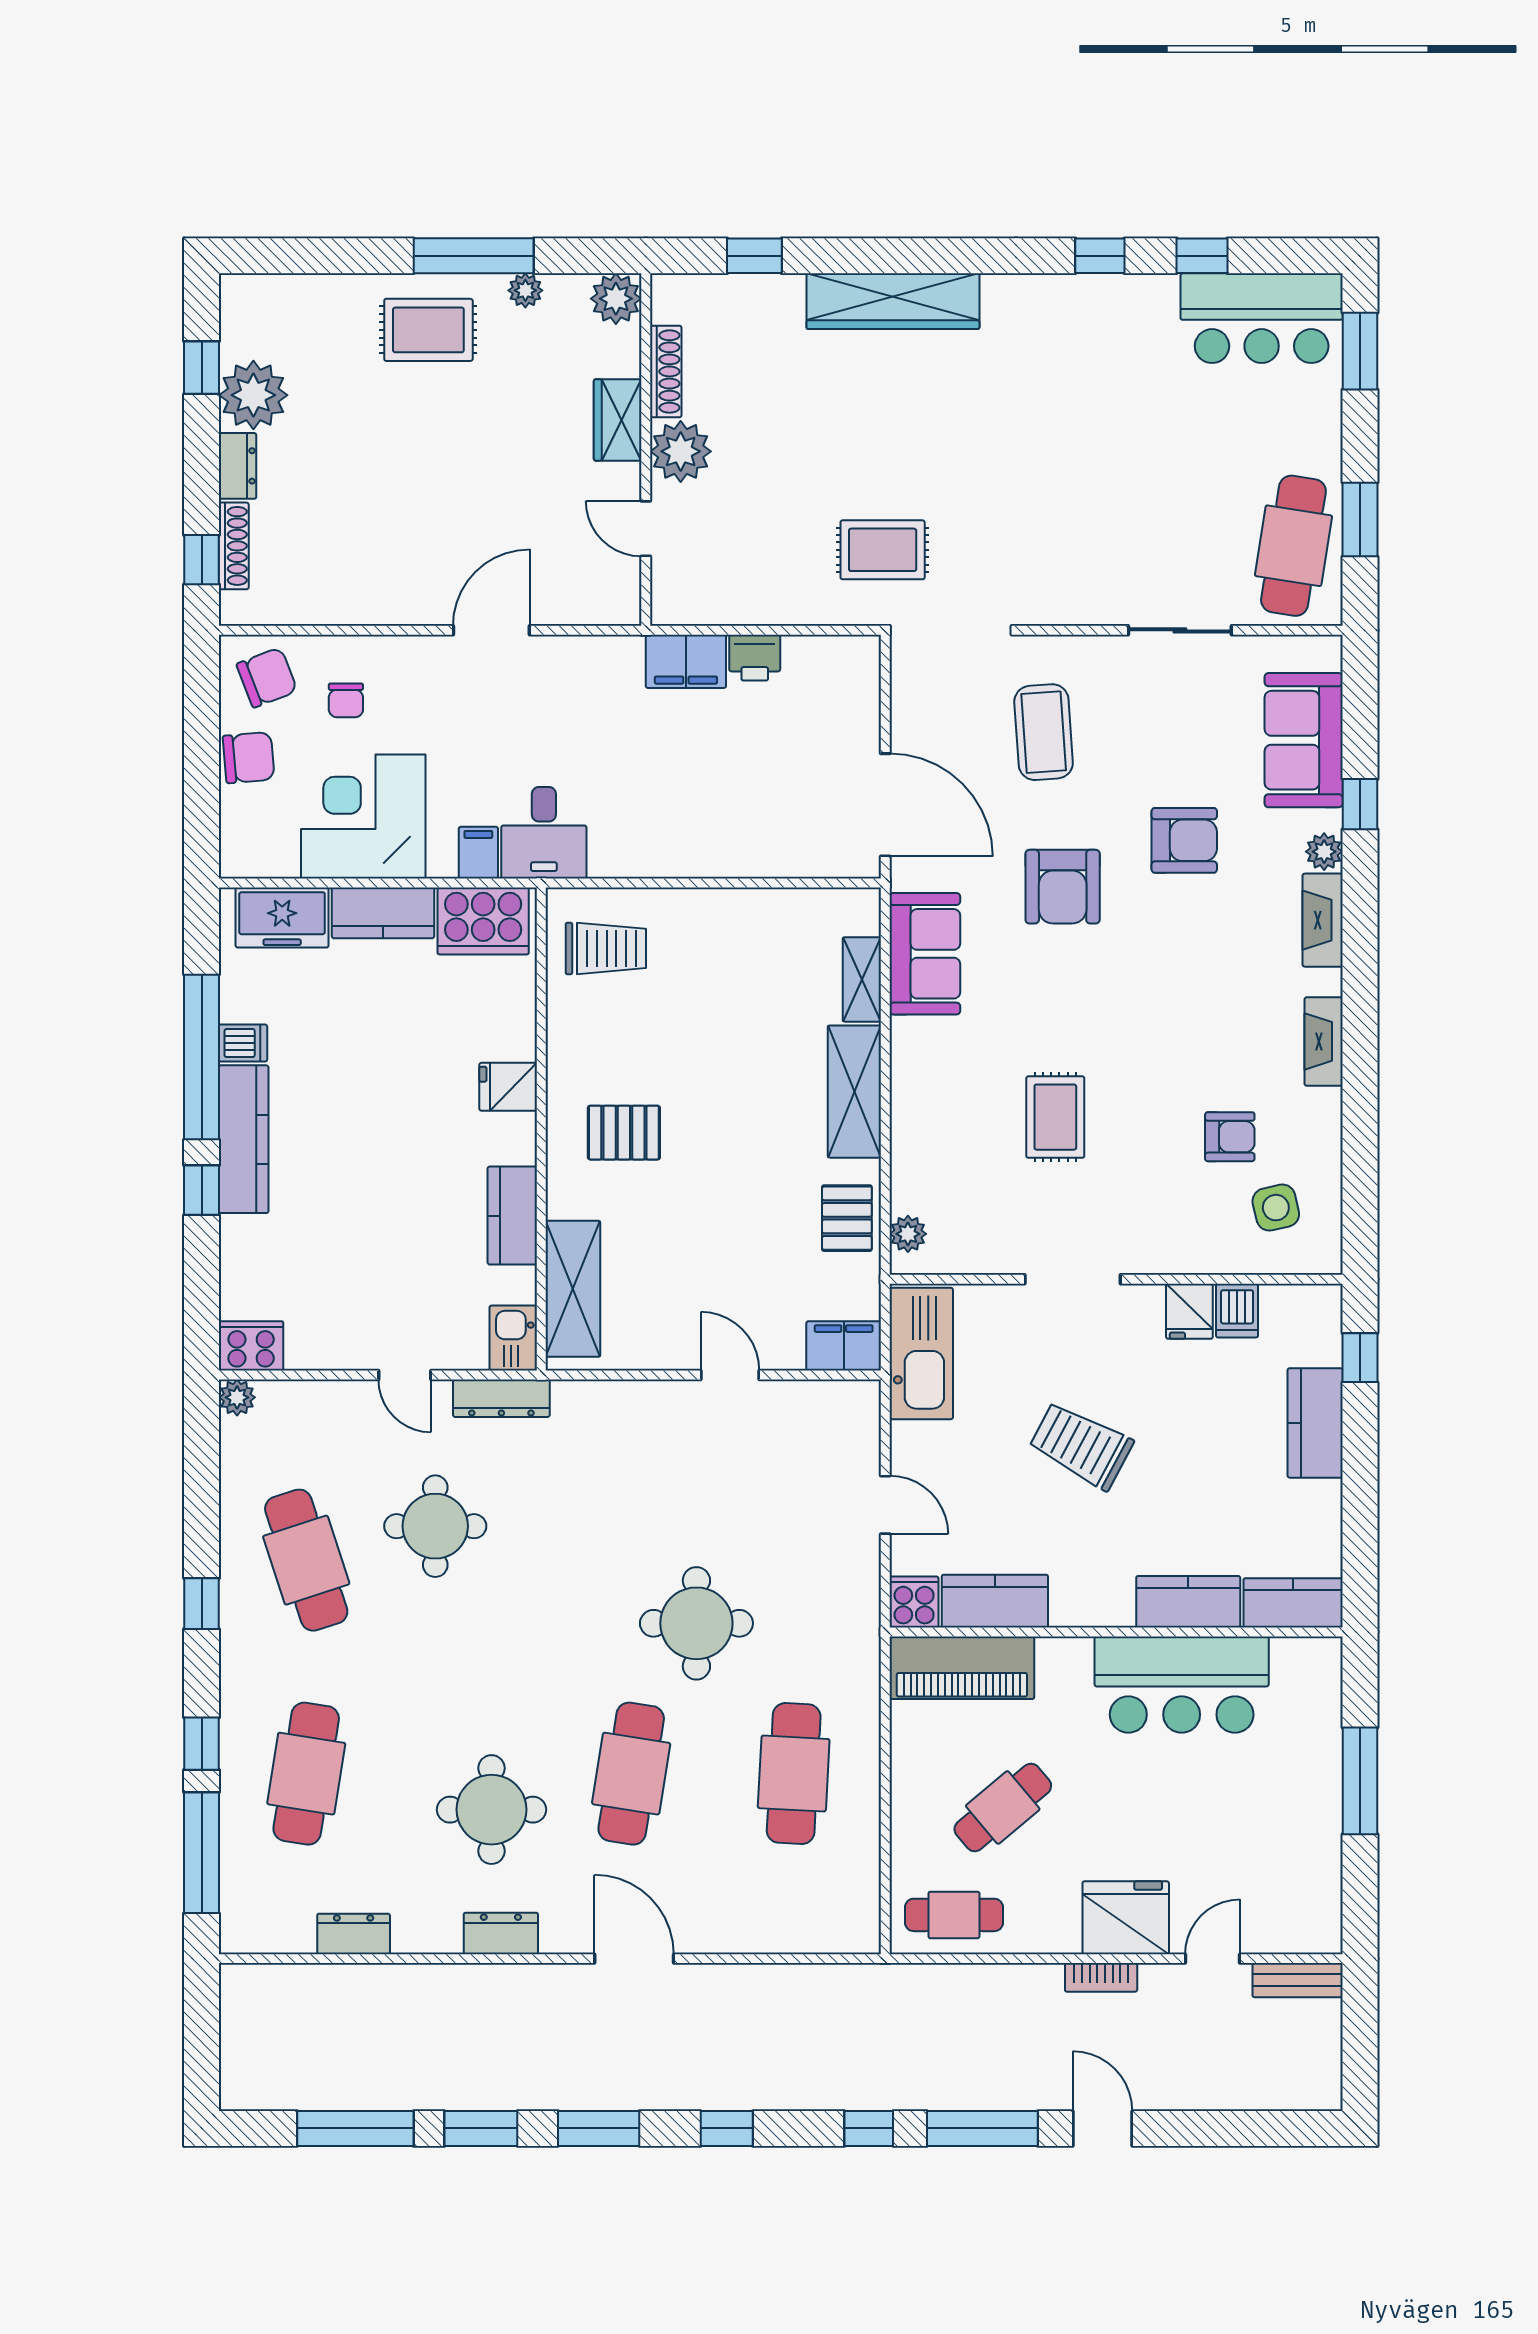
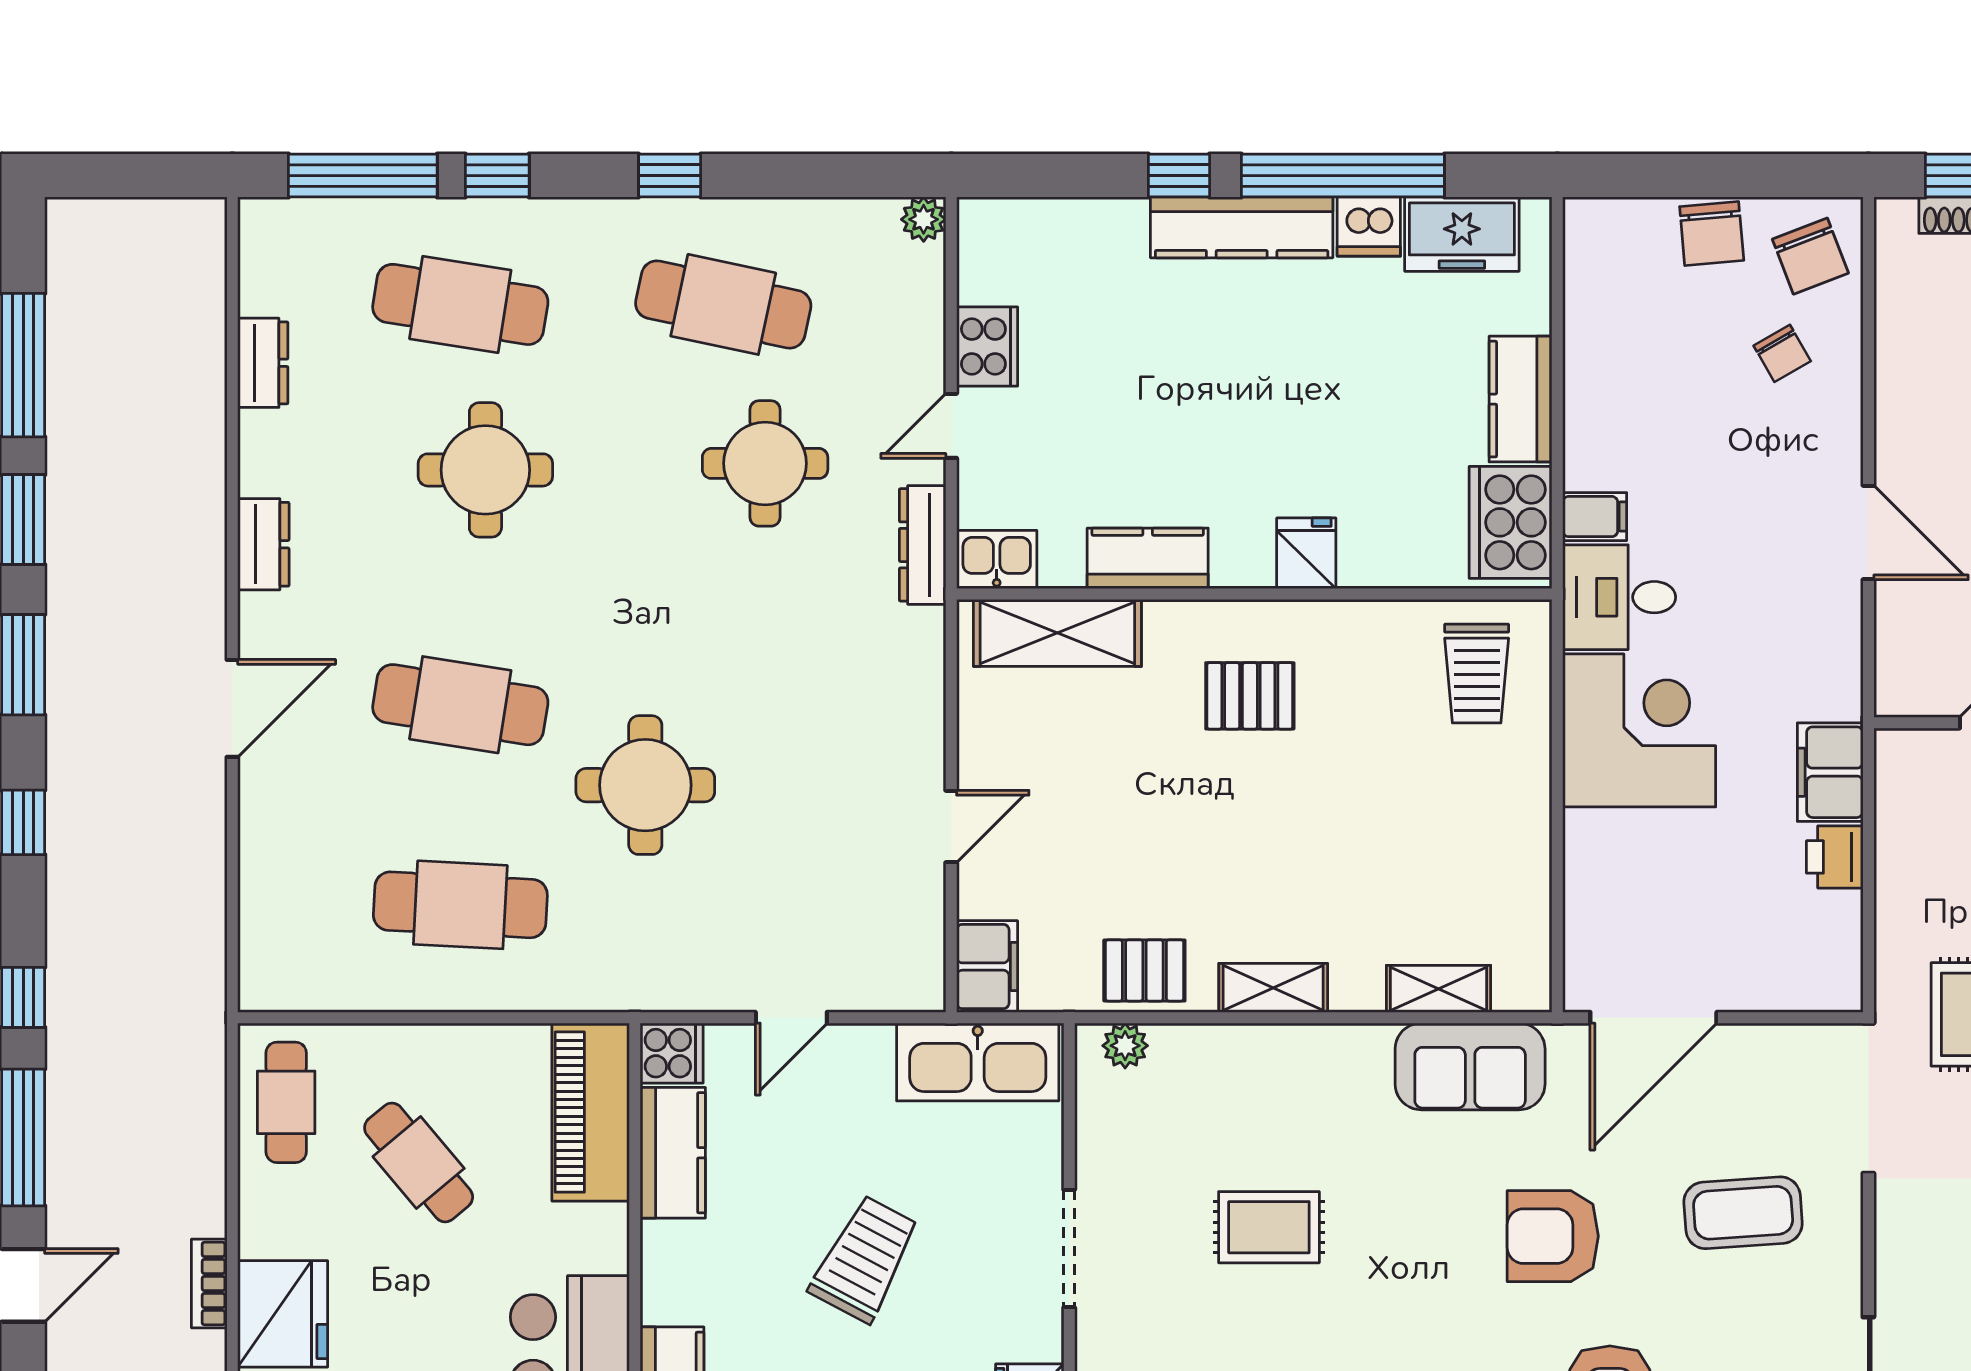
chair: (346, 700) -> (1782, 353), turned -120
corner desk: (363, 816) -> (1639, 730), moved
freezer: (282, 917) -> (1462, 234), moved, turned -90
dishwasher: (243, 1043) -> (1369, 227), width x1.38
shelving: (854, 1092) -> (1273, 988), width x0.67, depth x0.75
pallet: (624, 1133) -> (1250, 696), turned 90
cooker: (251, 1346) -> (987, 347), moved
cafe table: (306, 1560) -> (723, 304), turned 30
round table: (491, 1810) -> (485, 470), moved

